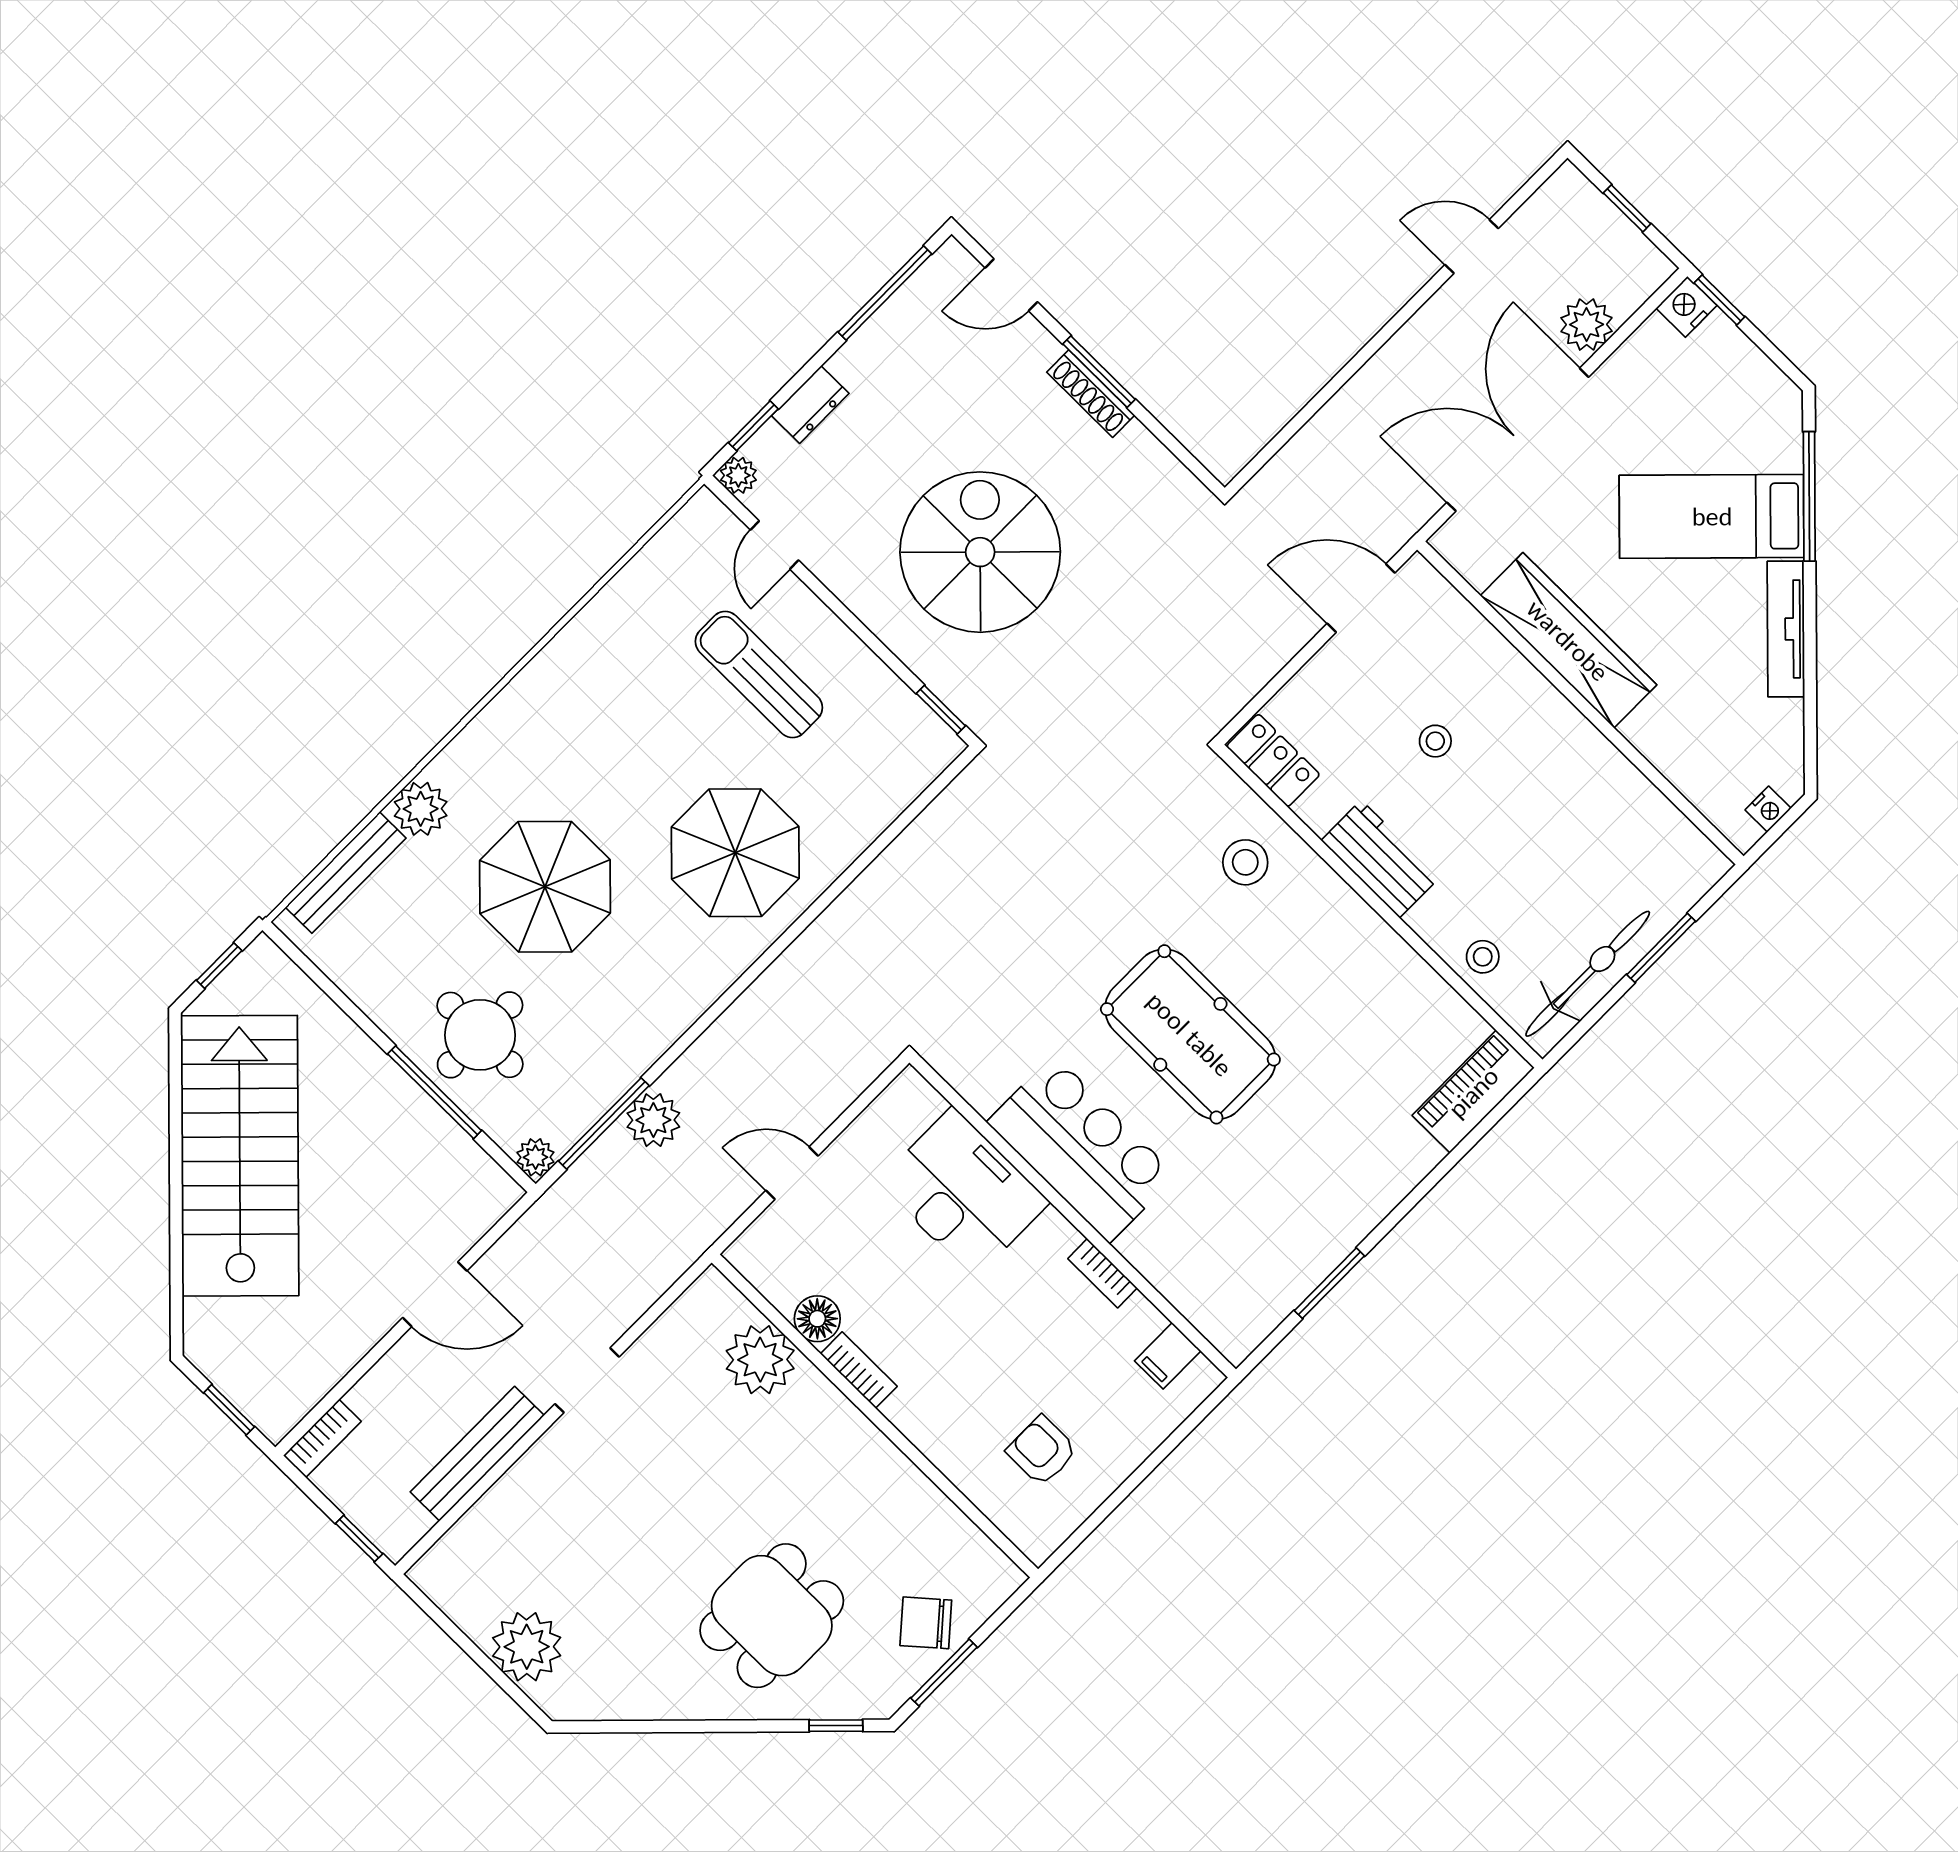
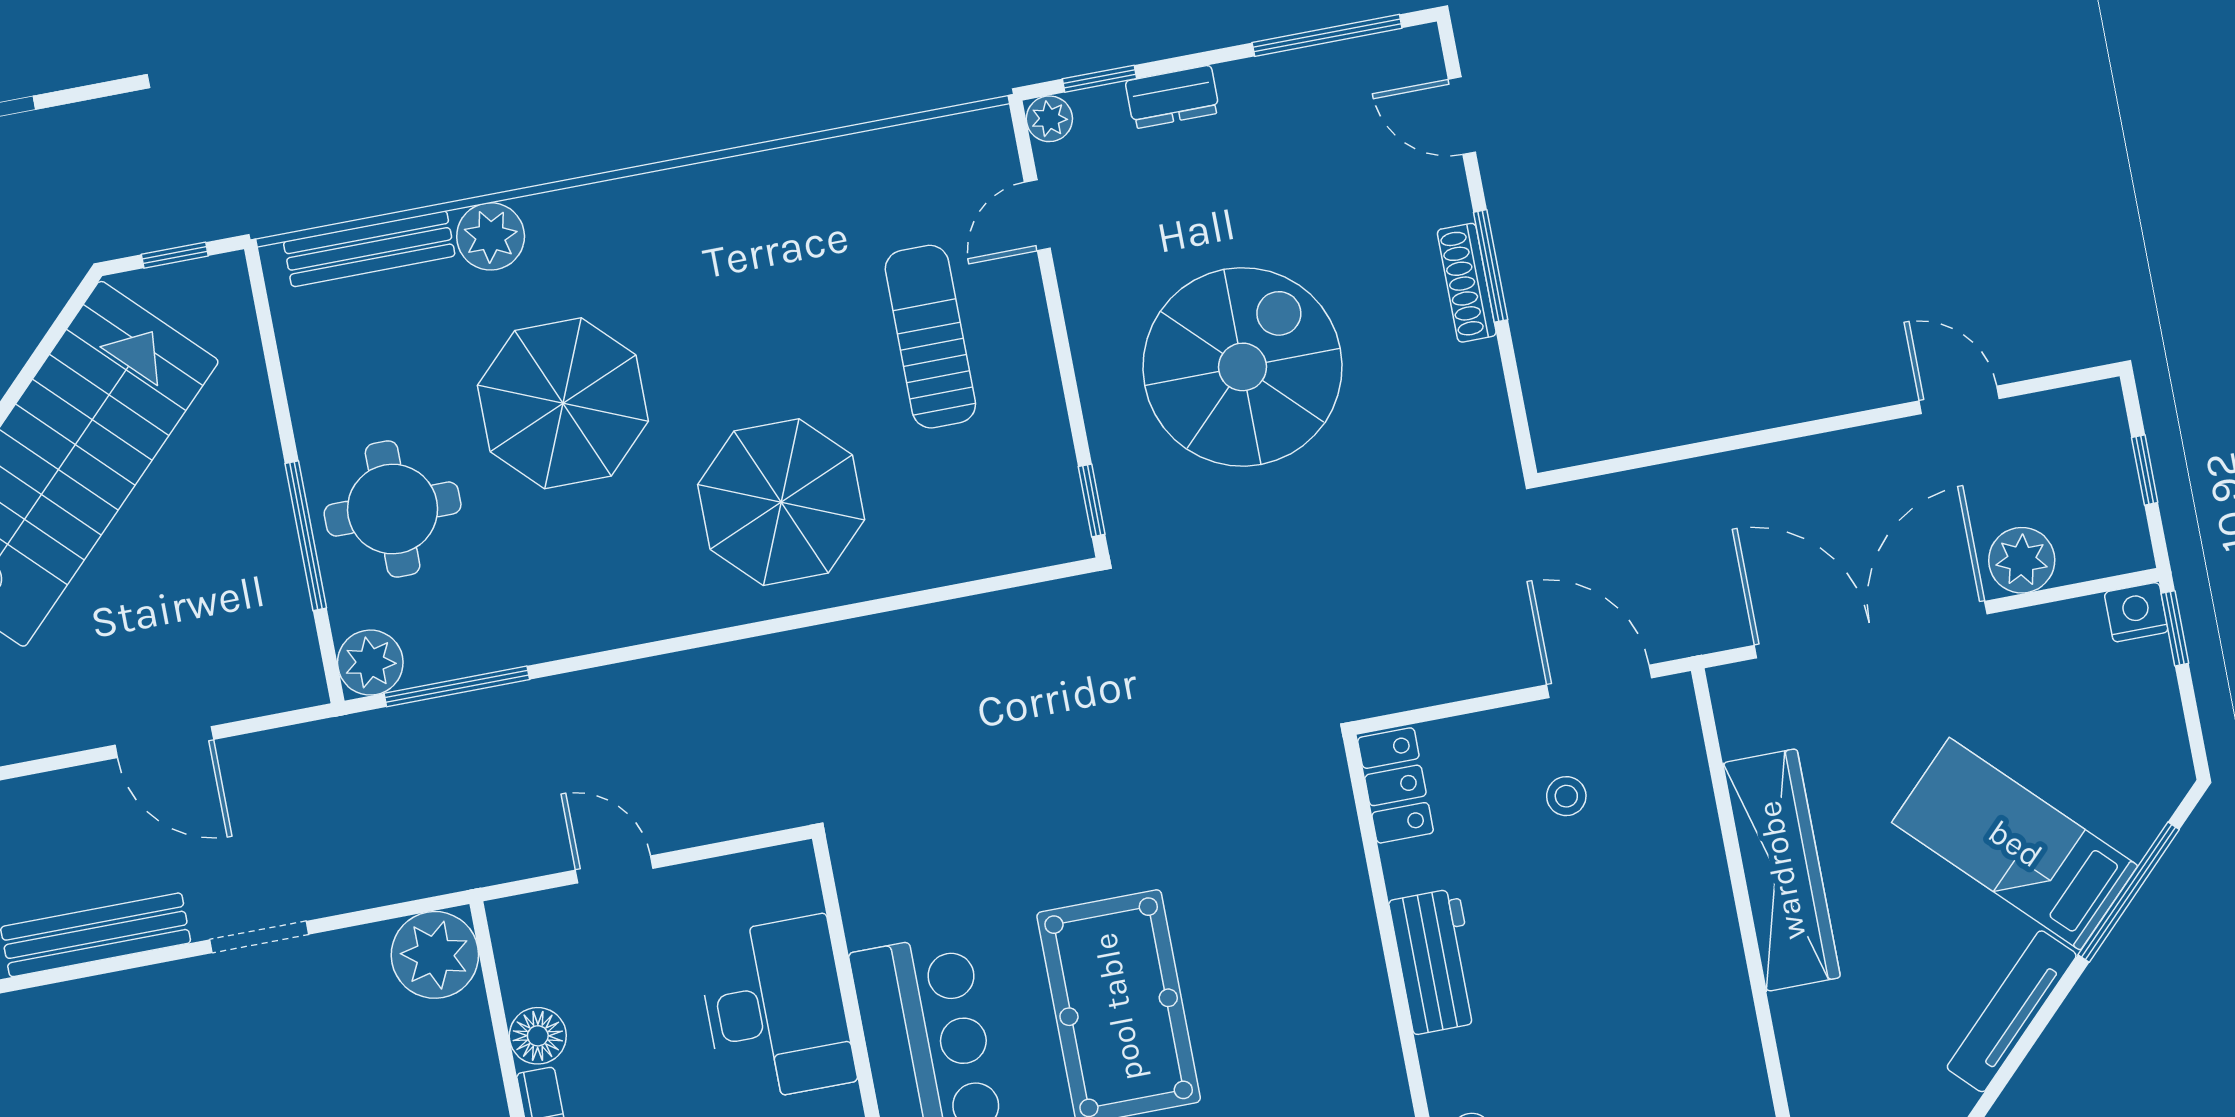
stool: (1435, 741) -> (1566, 796), moved
stool: (1245, 862) -> (1295, 870), removed
plant: (653, 1120) -> (510, 718), removed
plant: (535, 1157) -> (370, 663), width x1.38, depth x1.38
plant: (760, 1360) -> (435, 955), moved

